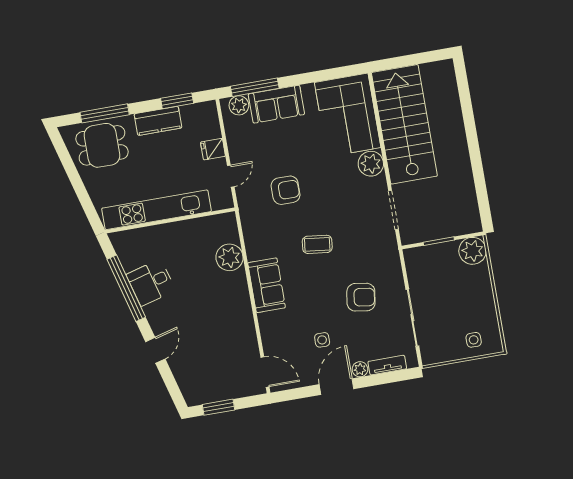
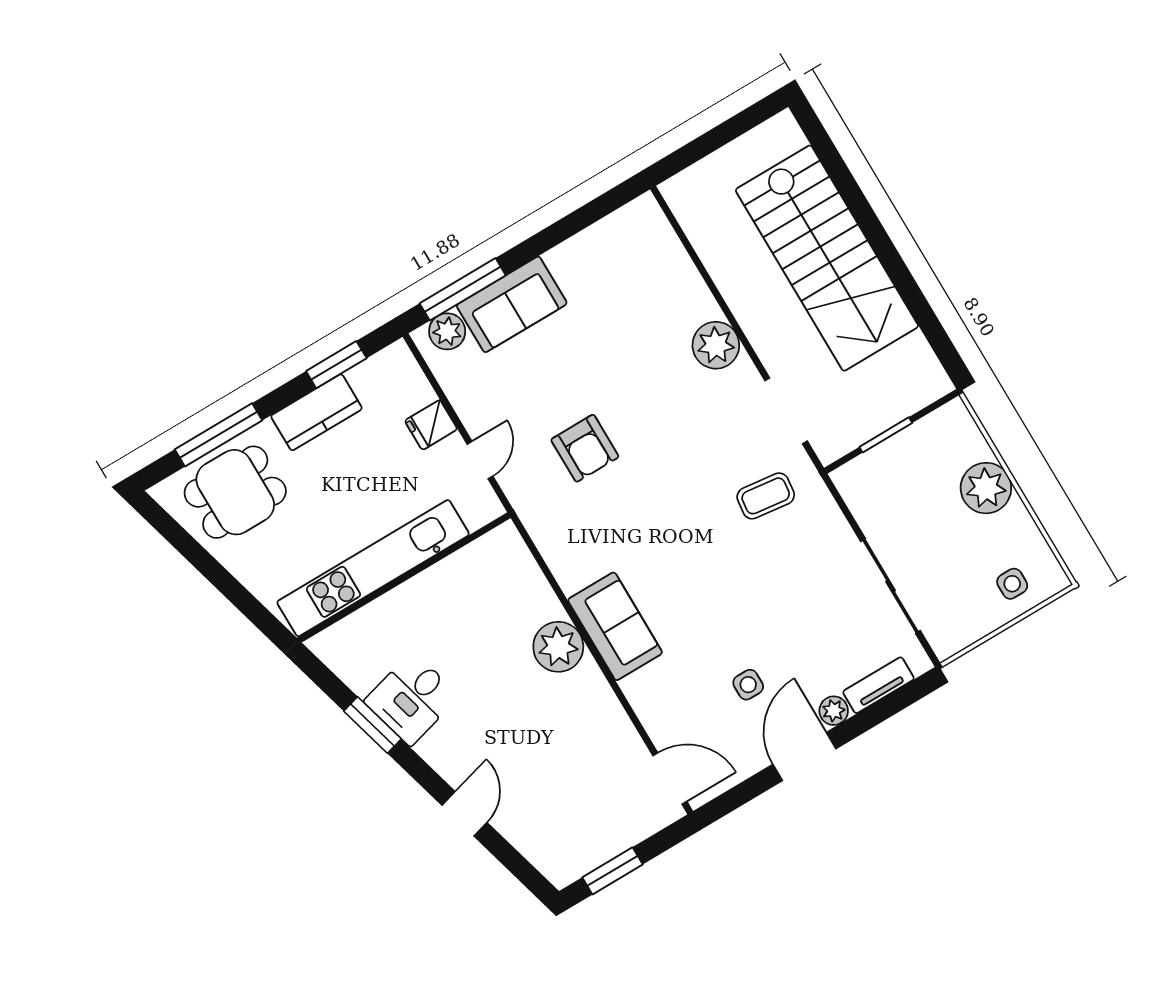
corner sofa: (348, 115) -> (643, 276), removed
stairs: (404, 124) -> (827, 258), moved, turned 180
armchair: (286, 190) -> (585, 448), turned 90
coffee table: (317, 244) -> (766, 496), moved
plant: (473, 251) -> (986, 488), moved
plant: (229, 257) -> (558, 647), moved
window: (126, 288) -> (373, 725), width x0.47
armchair: (361, 297) -> (787, 584), removed

